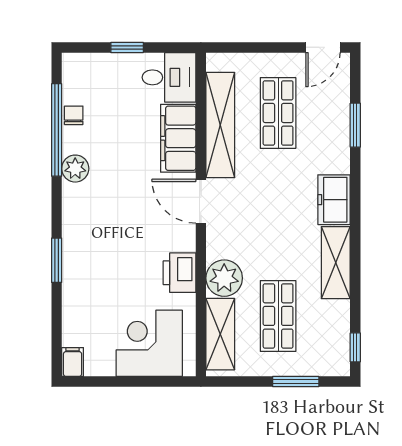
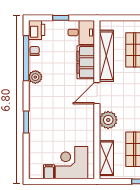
door: (201, 201) -> (97, 93), hinge flipped
printer: (180, 273) -> (37, 30), moved, turned 180
plant: (224, 278) -> (108, 120), moved
filing cabinet: (73, 362) -> (49, 172), moved

